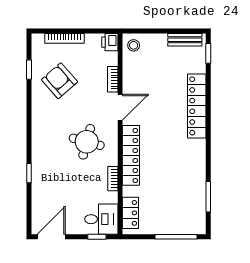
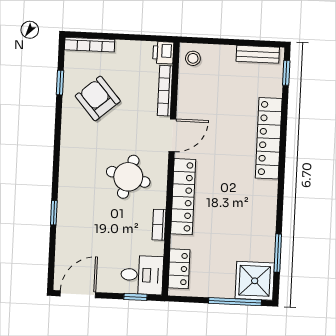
bookcase: (65, 38) -> (90, 45), moved
bookcase: (113, 79) -> (165, 91), width x1.56
shower: (191, 220) -> (255, 281), added

